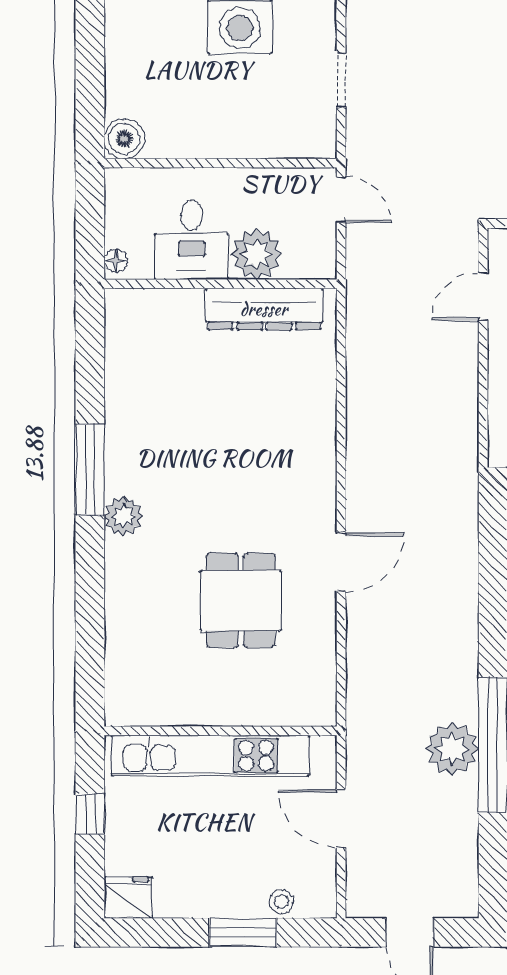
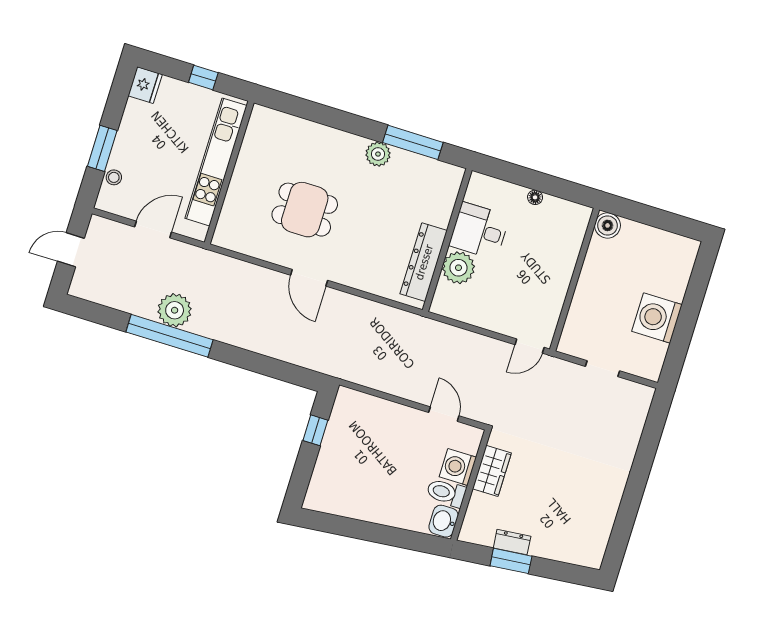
desk: (192, 240) -> (479, 231), moved
plant: (257, 254) -> (458, 268), moved
wall: (220, 284) -> (447, 240), moved
dresser: (264, 309) -> (424, 262), moved

